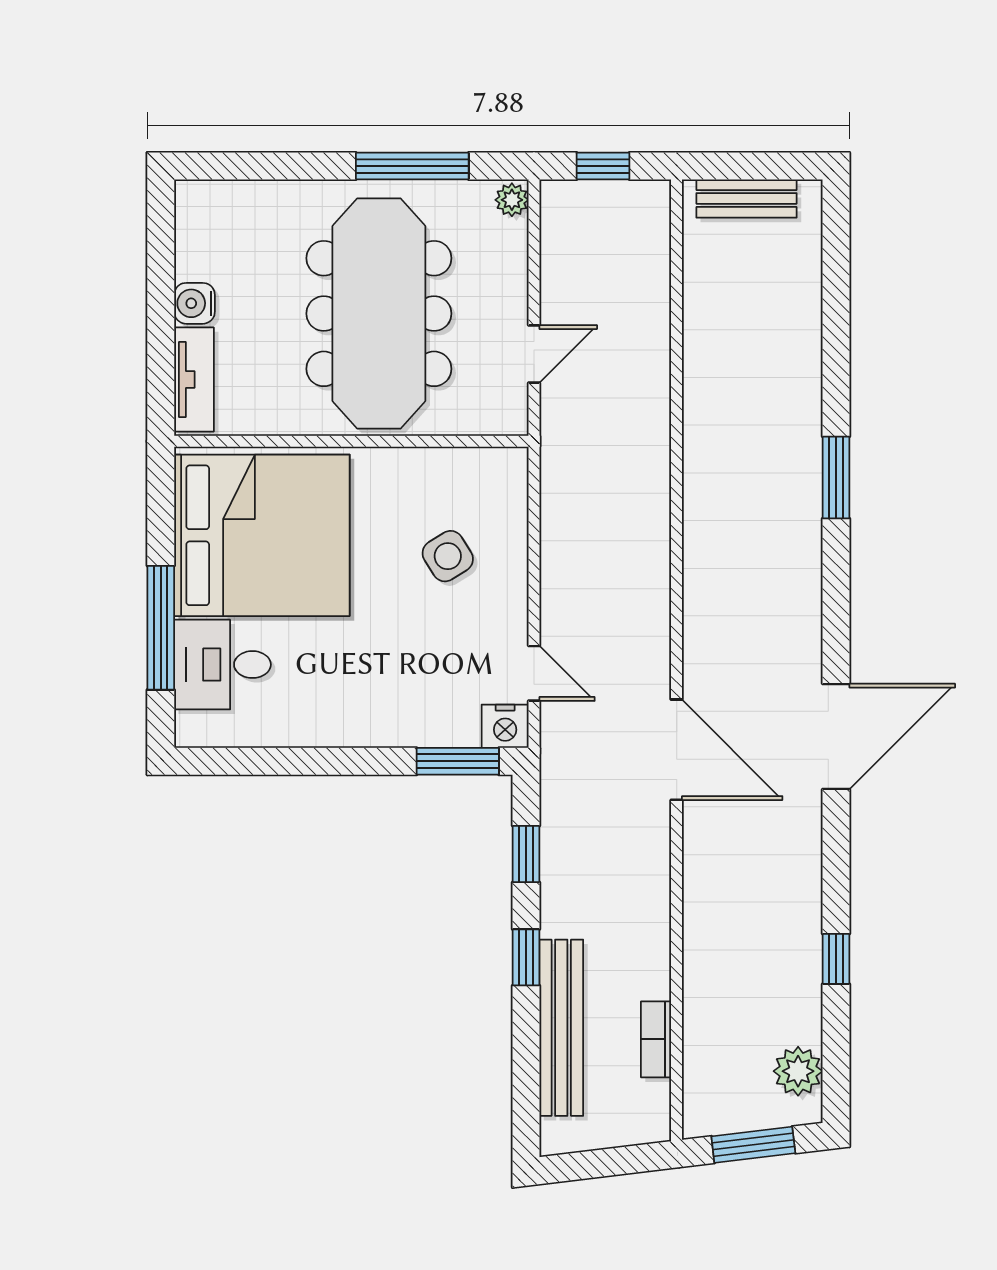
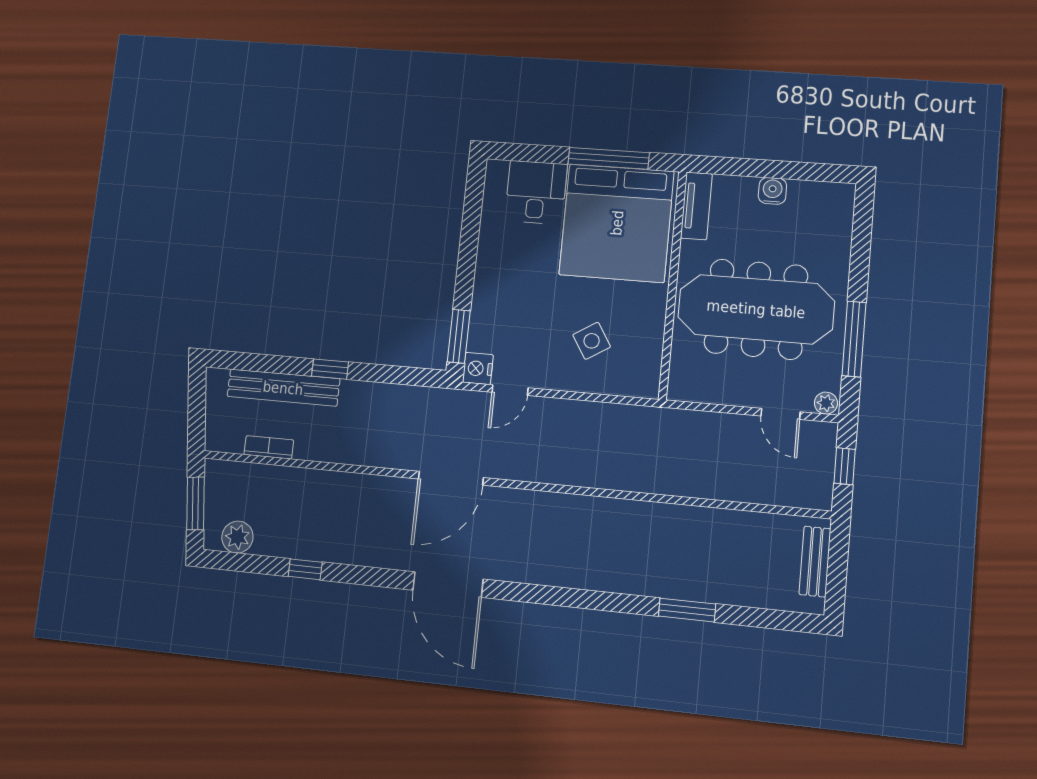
door: (534, 354) -> (781, 414), moved
tv unit: (194, 379) -> (696, 206), moved, turned -90
window: (836, 478) -> (687, 610), moved
window: (161, 628) -> (609, 158), moved
window: (526, 854) -> (395, 375), removed

